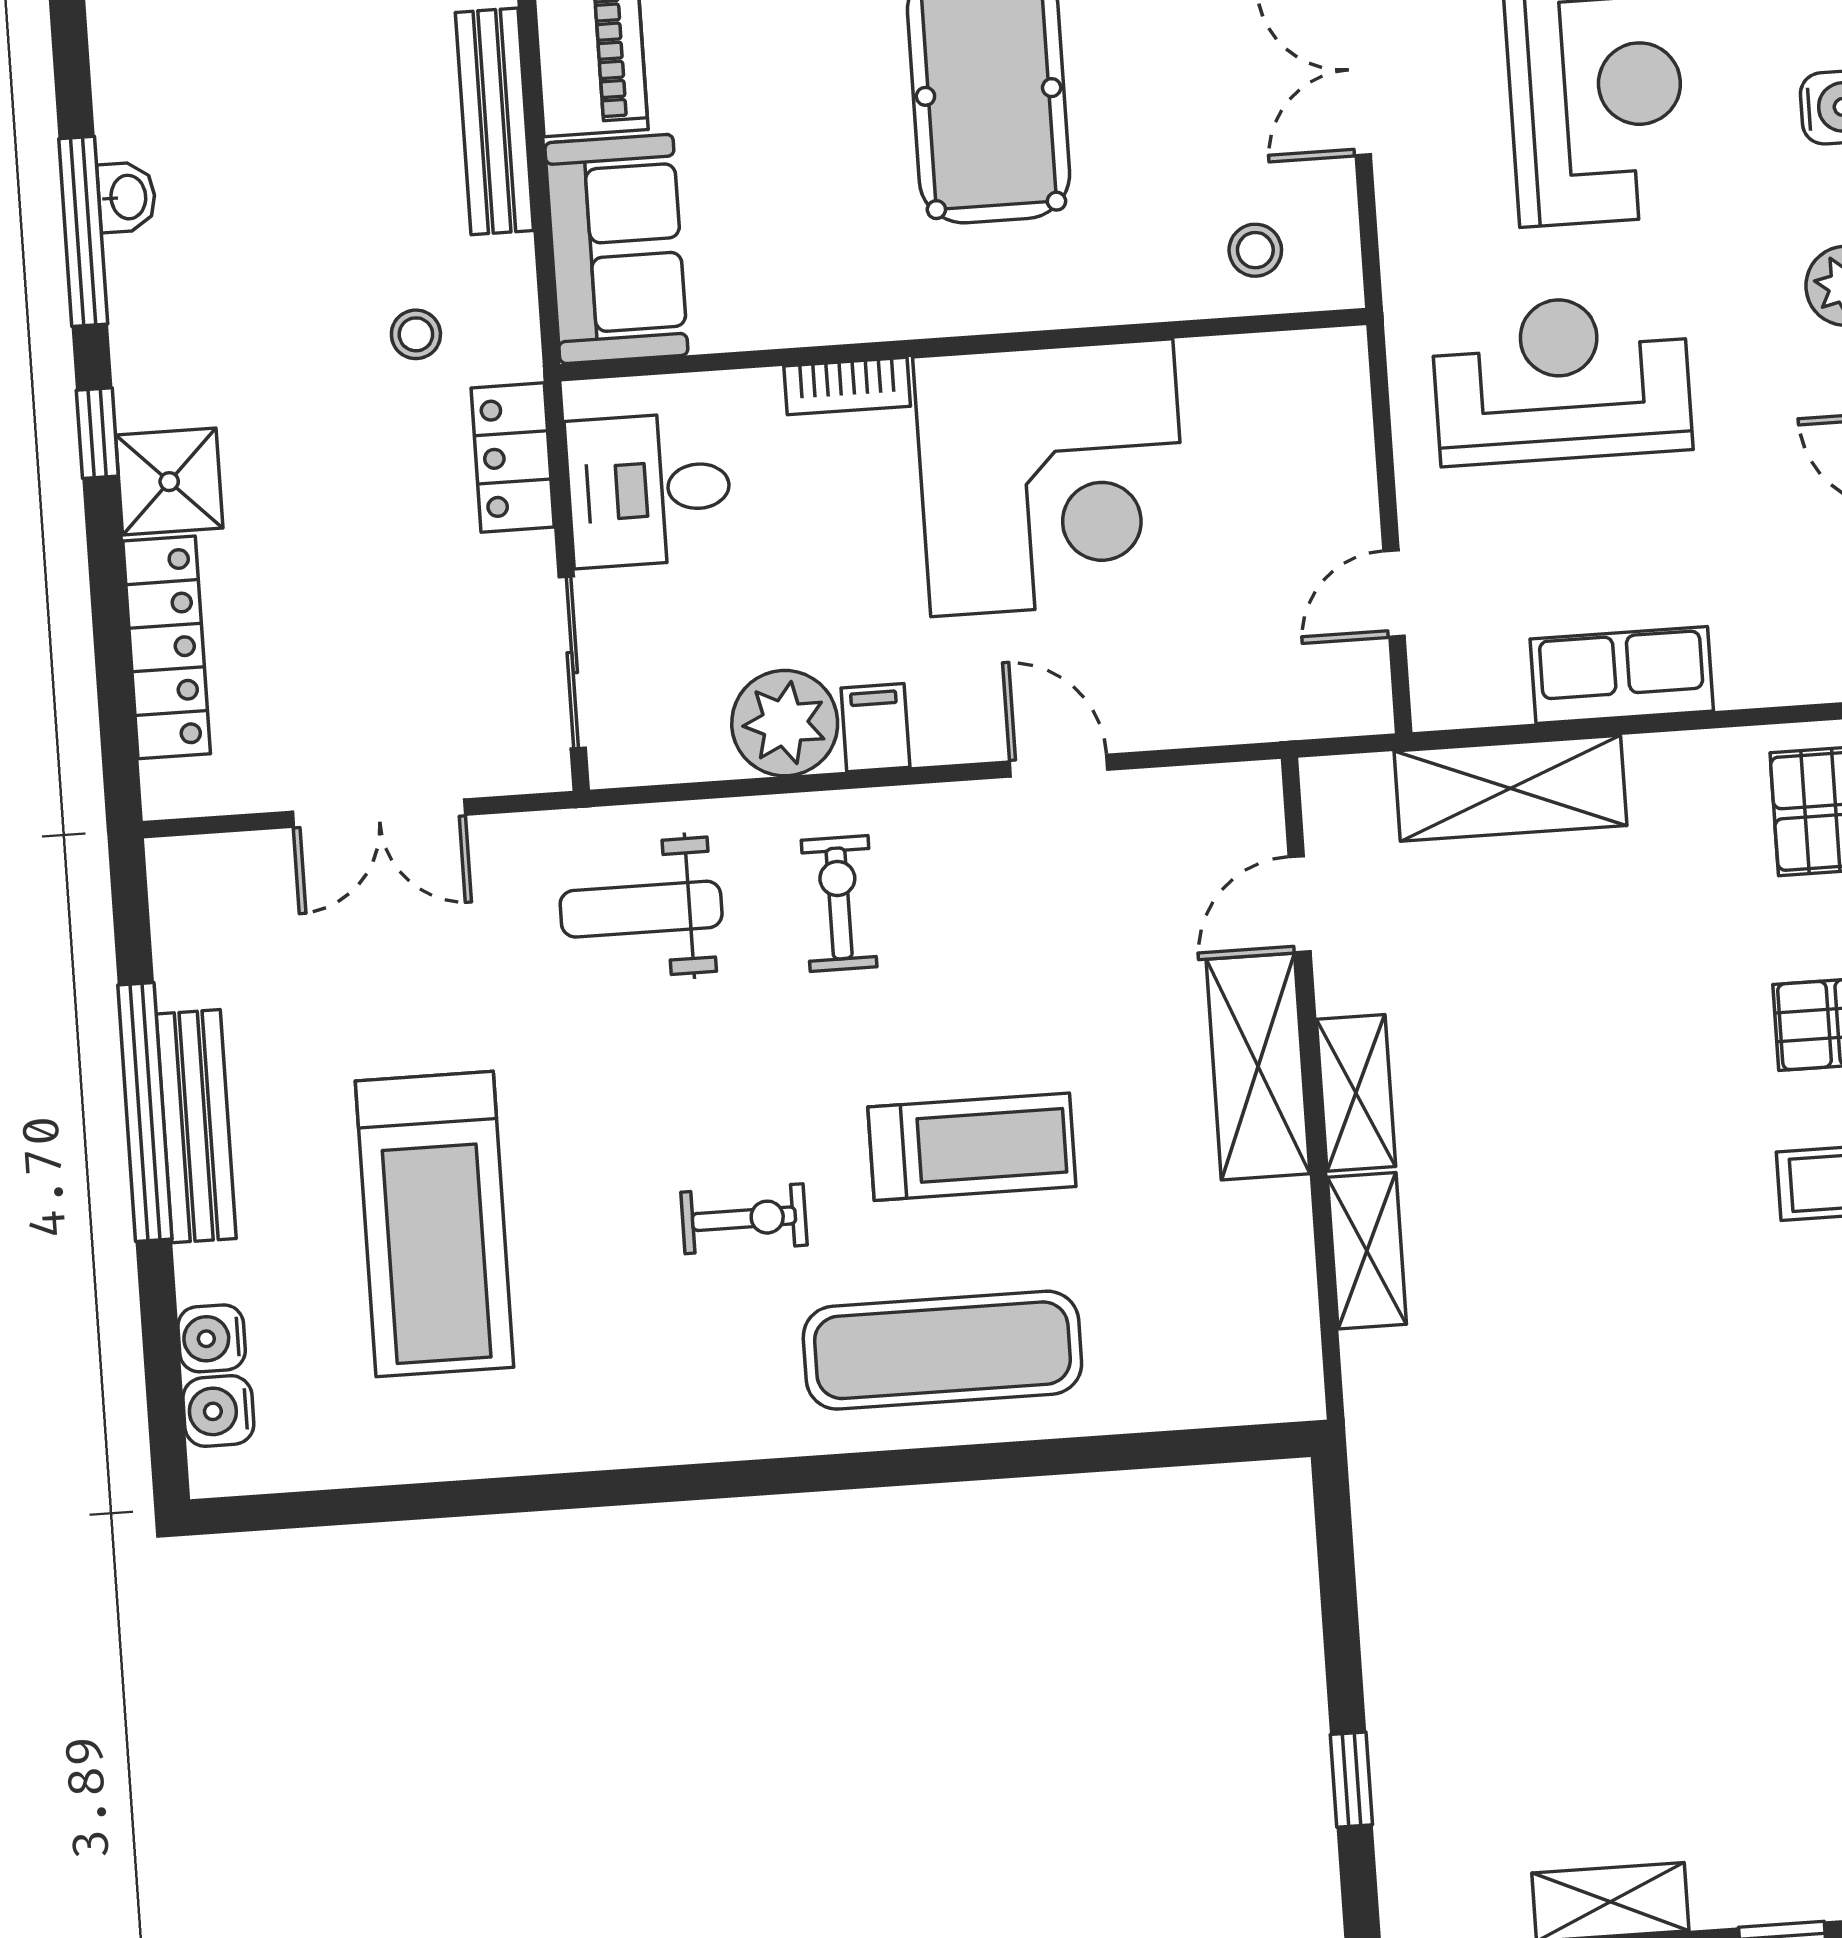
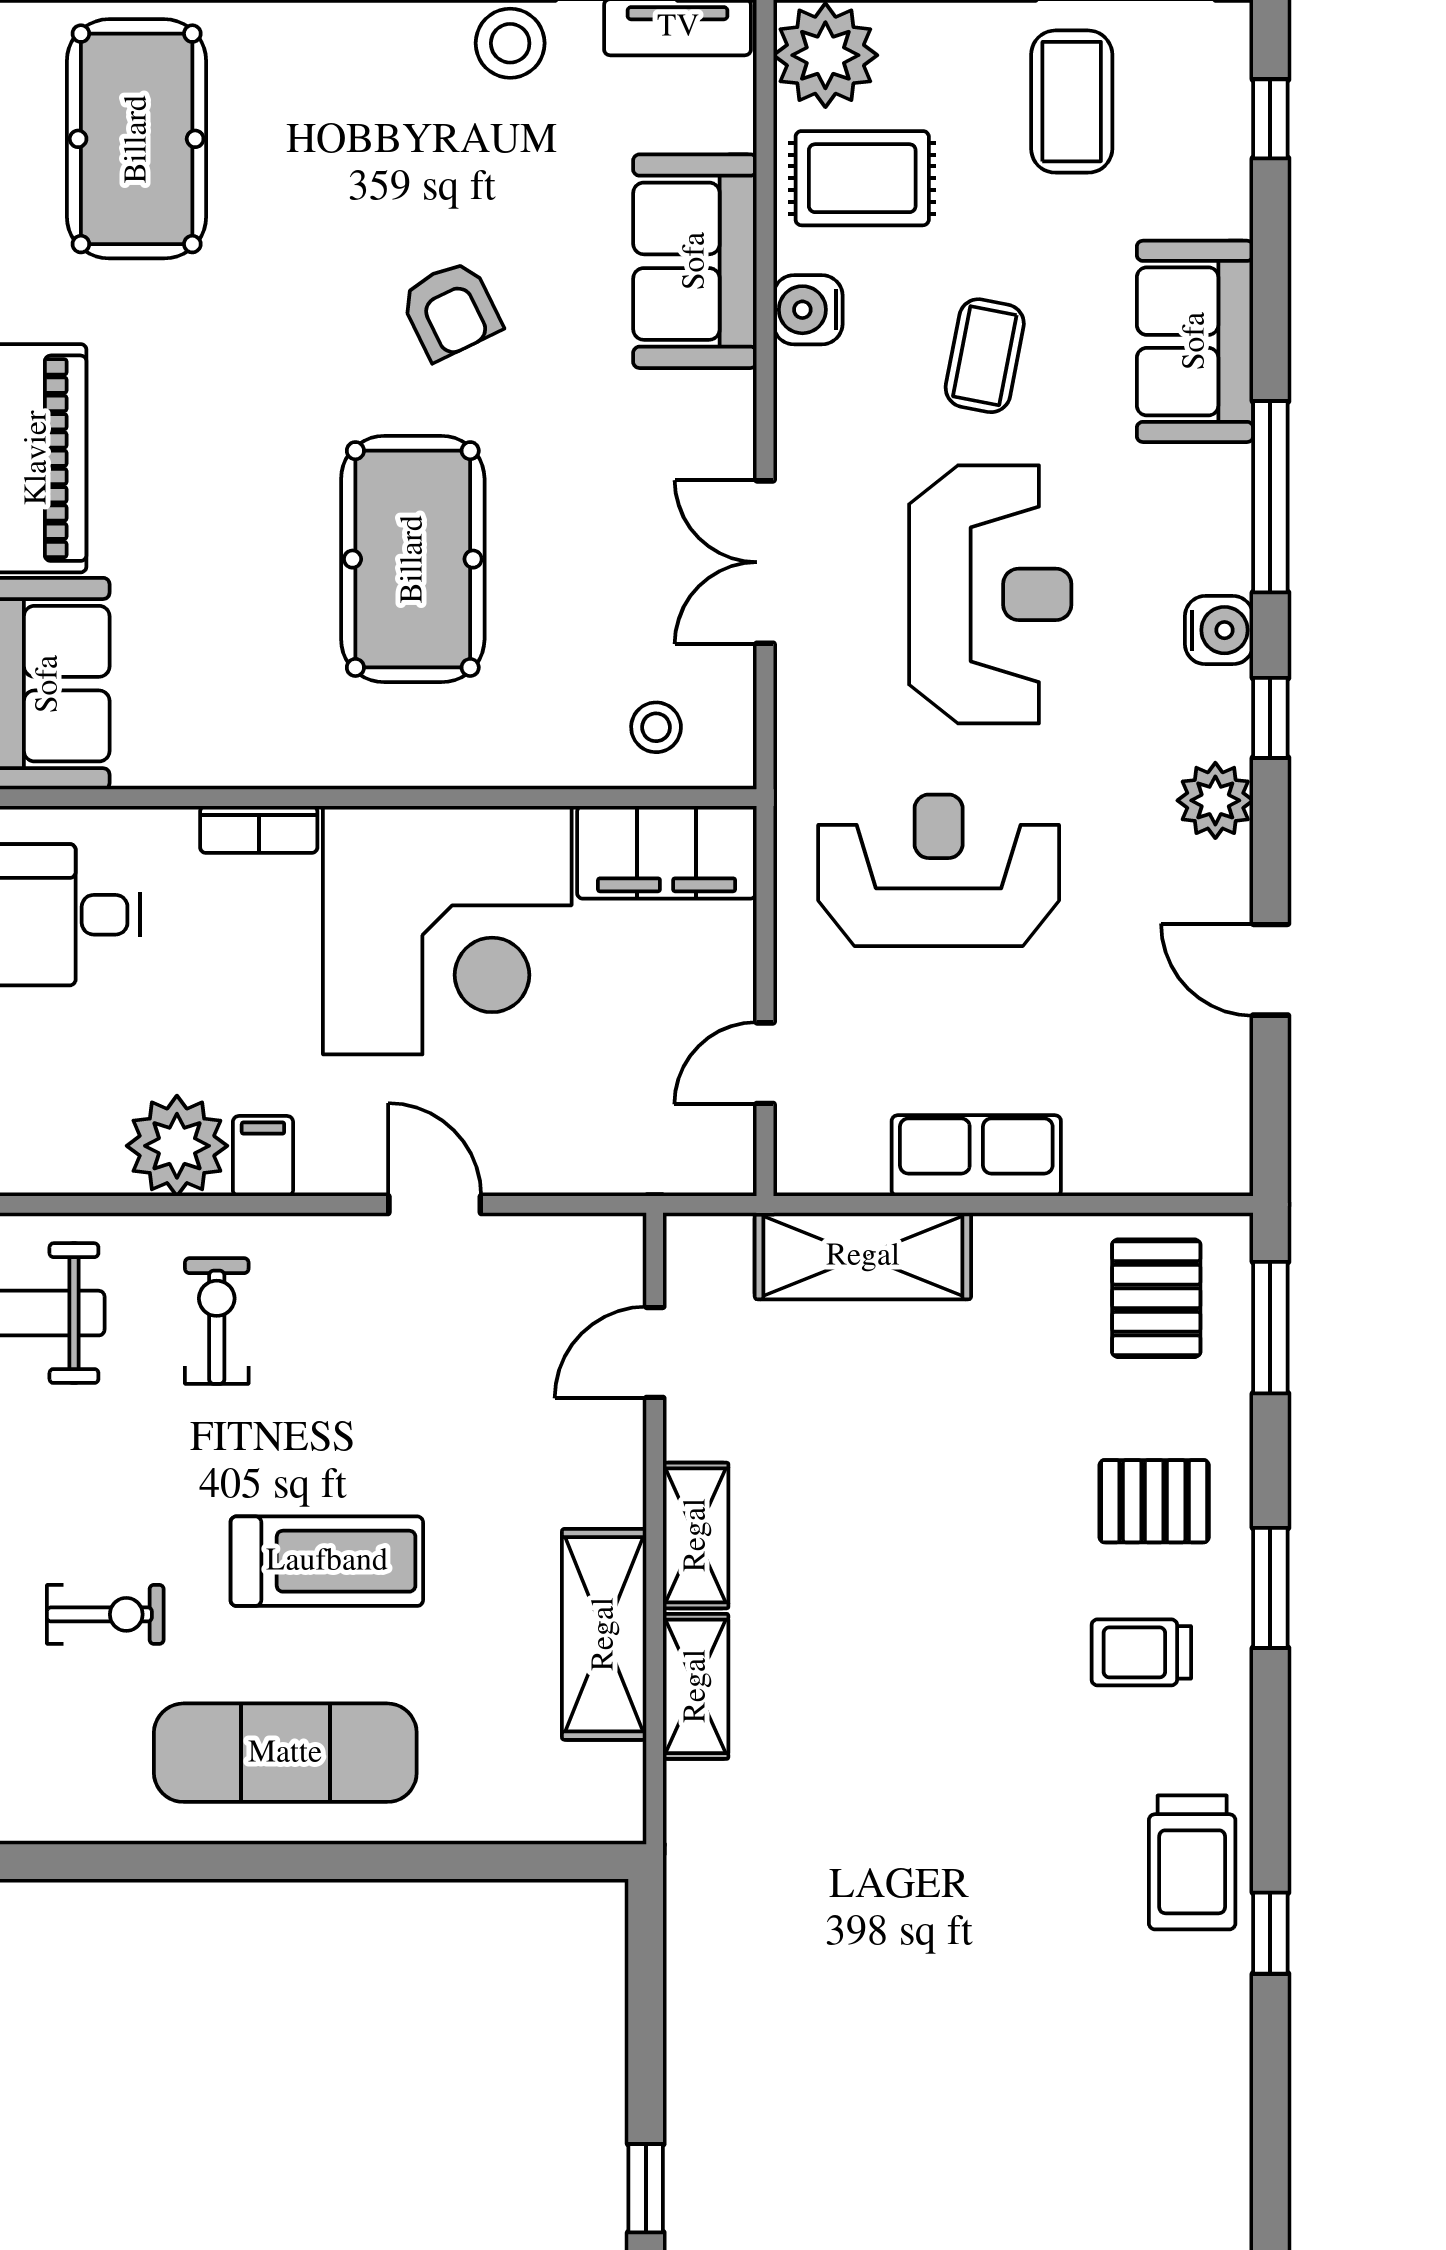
filing cabinet: (1275, 380) -> (667, 852), added
shelving: (1258, 1067) -> (604, 1634), moved

